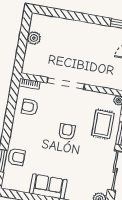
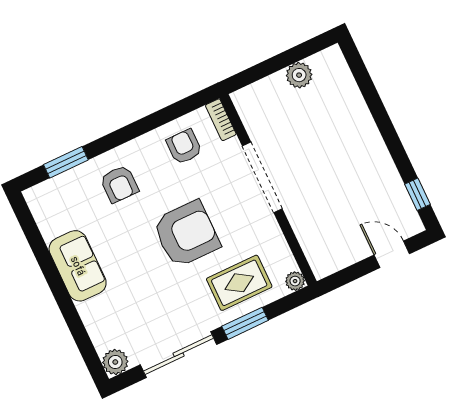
armchair: (67, 132) -> (186, 234), width x1.88, depth x1.88
armchair: (16, 157) -> (119, 184), moved

